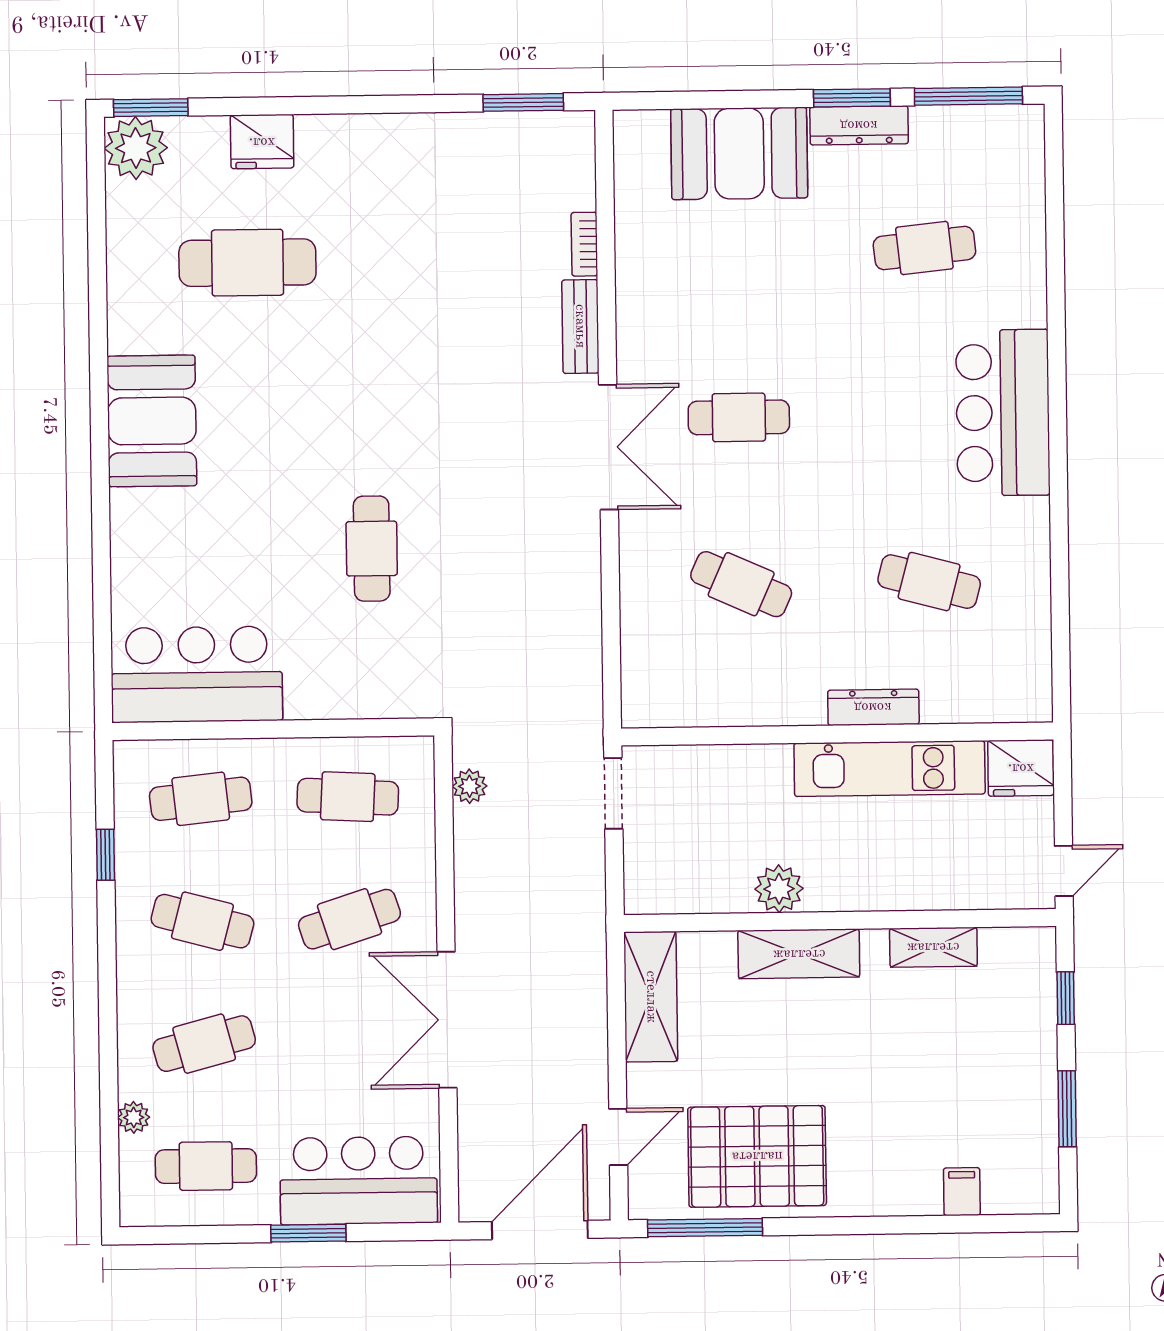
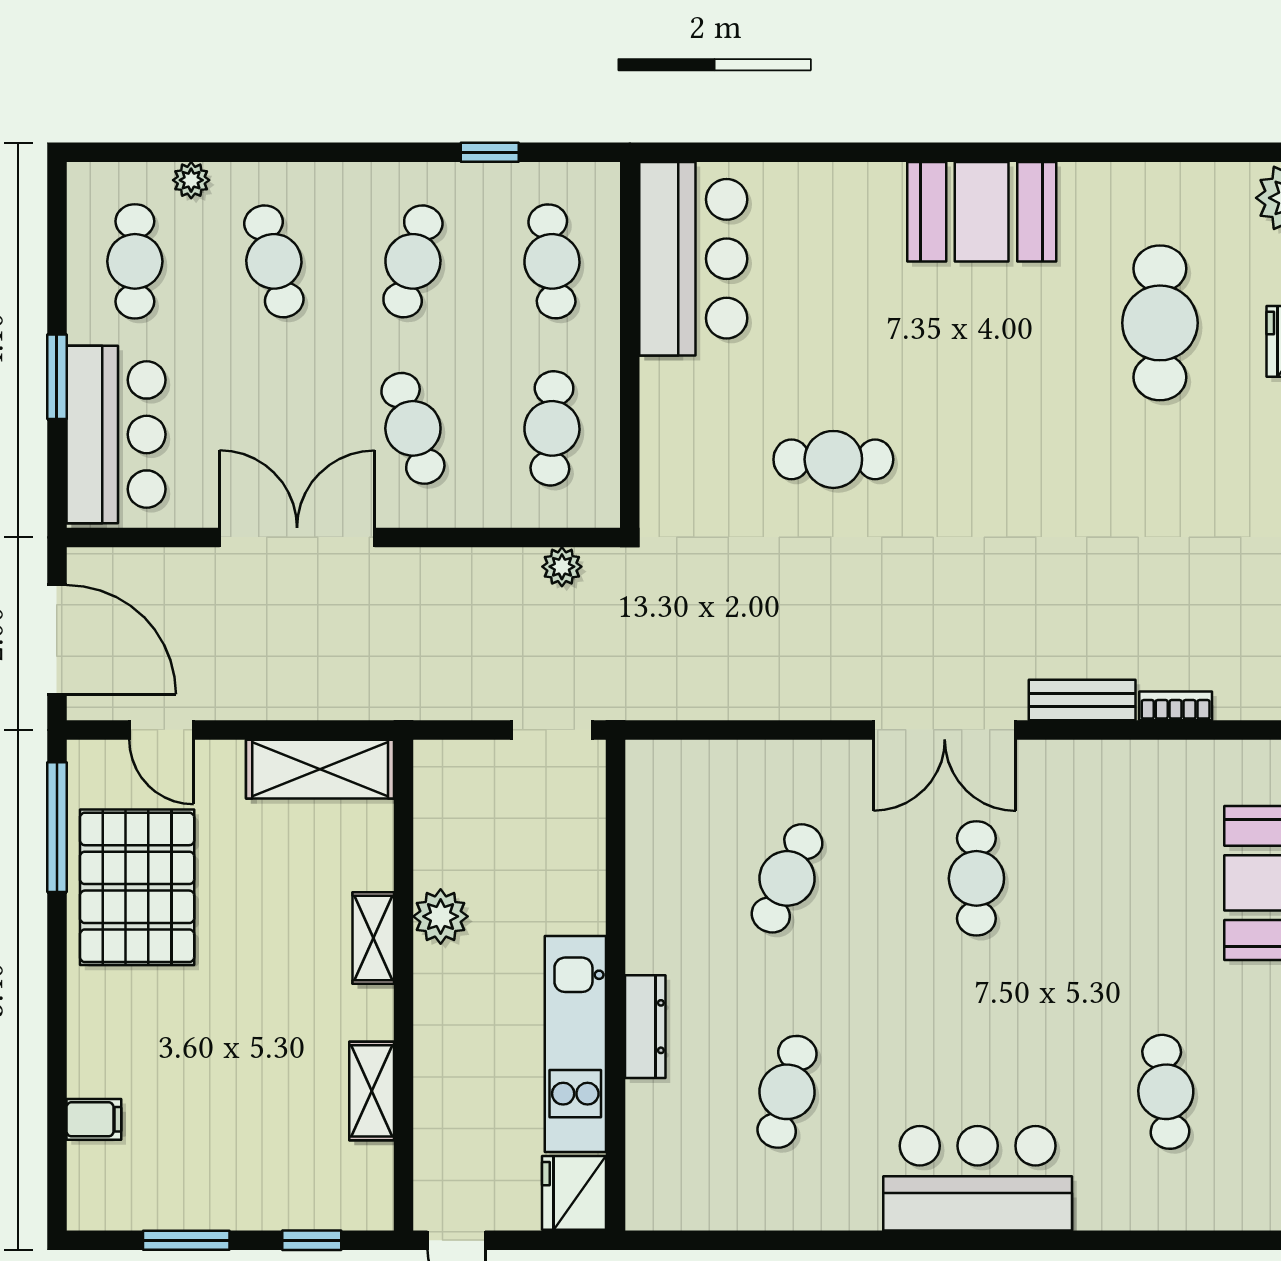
shelving: (799, 954) -> (373, 938), width x0.67, depth x0.75

